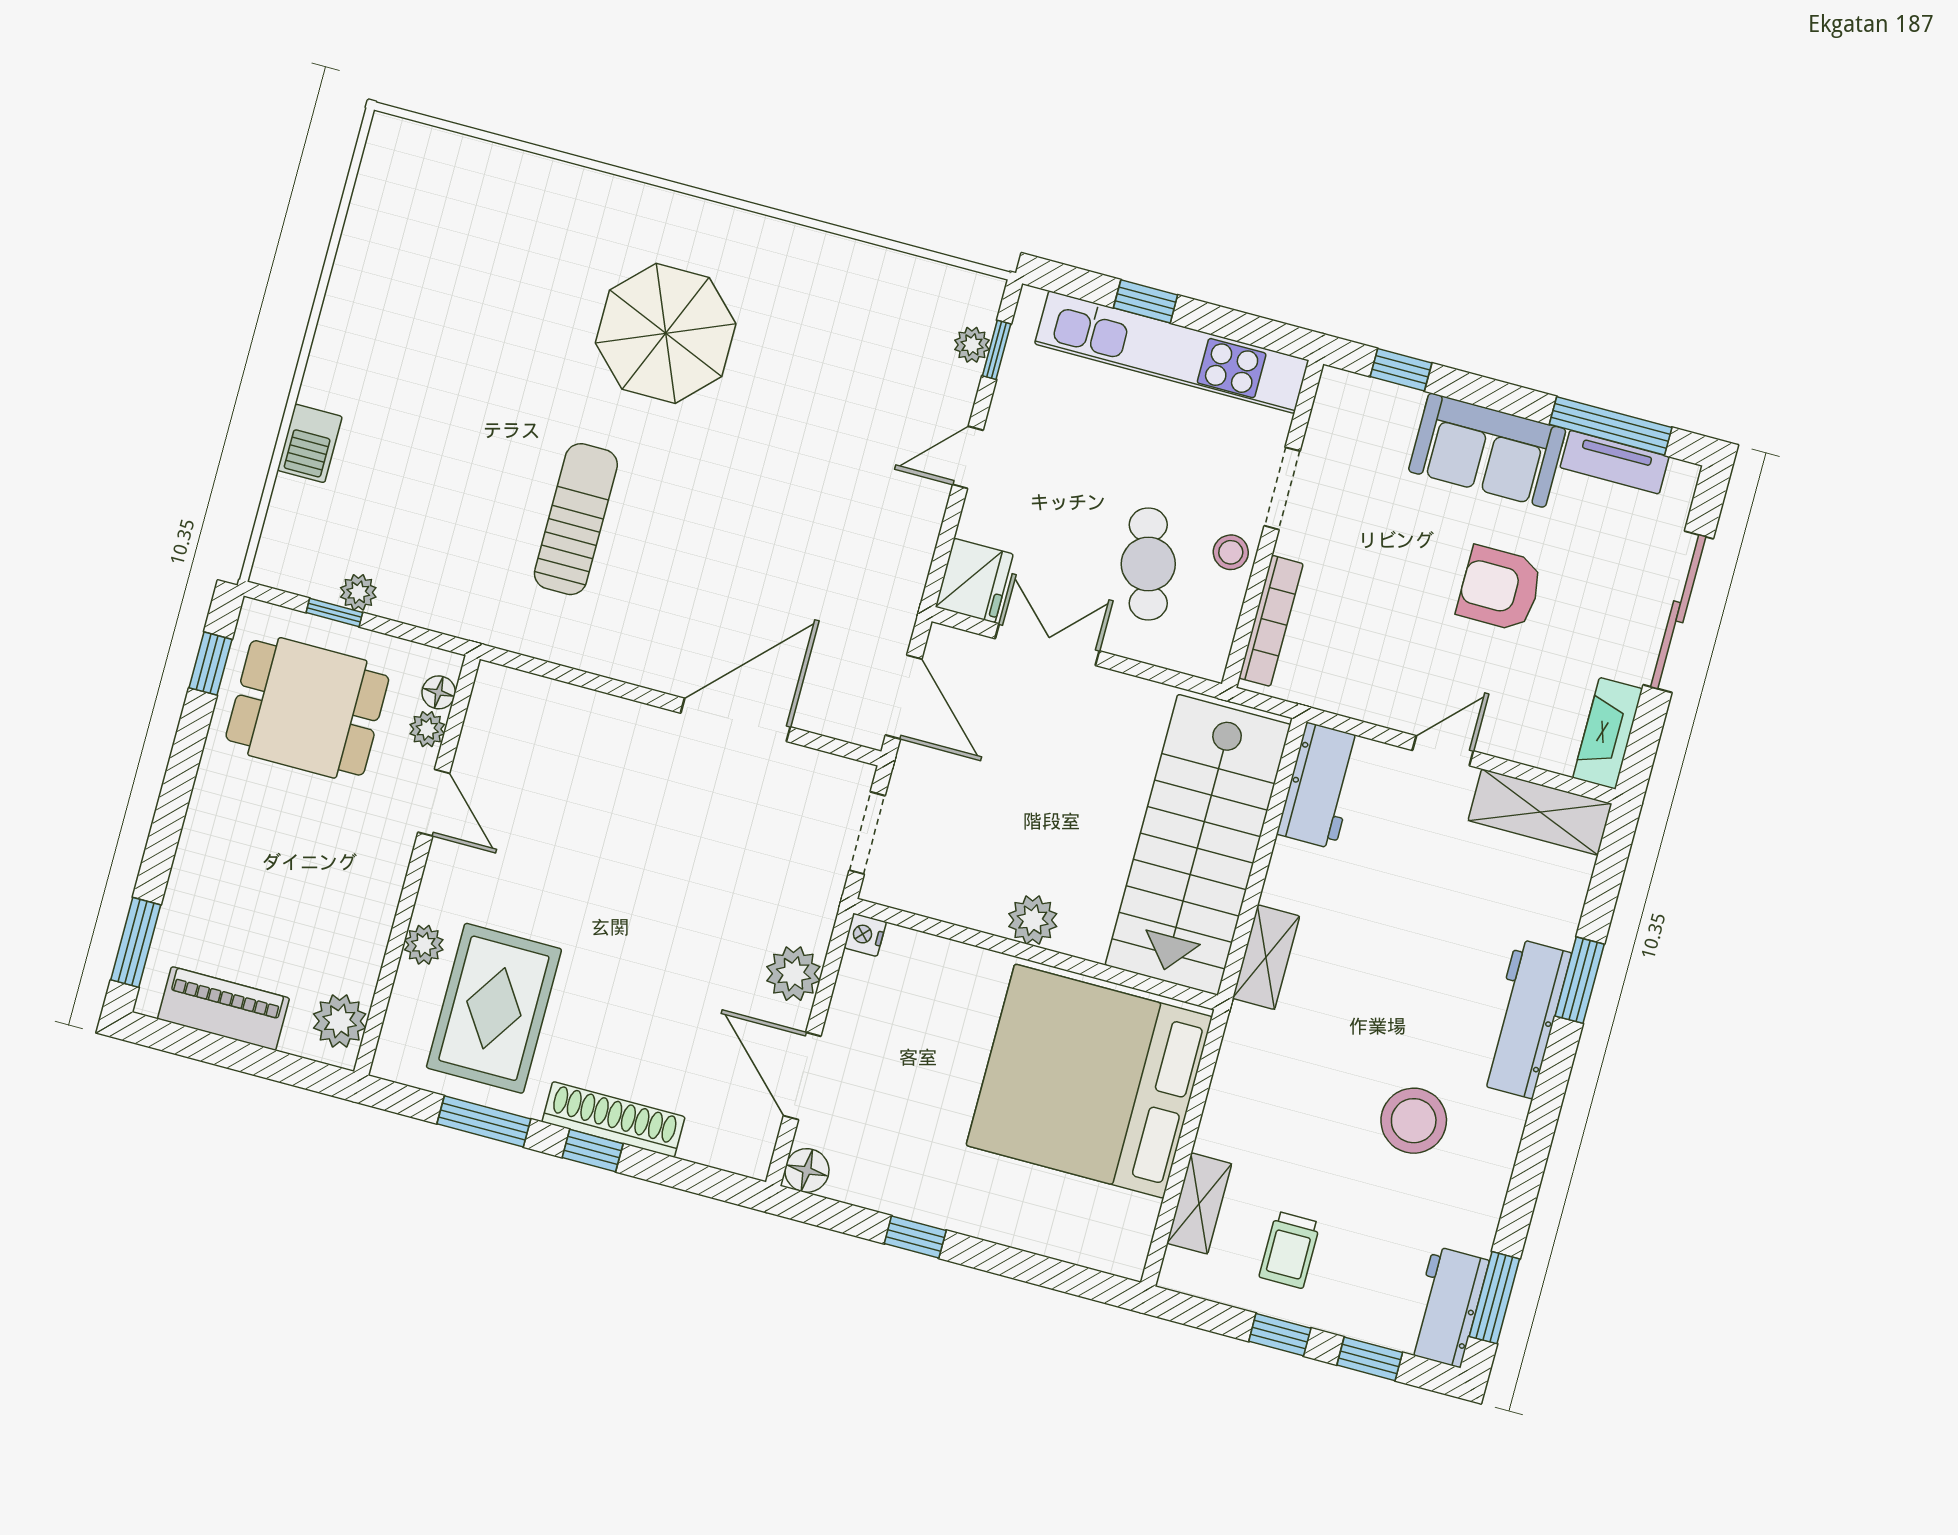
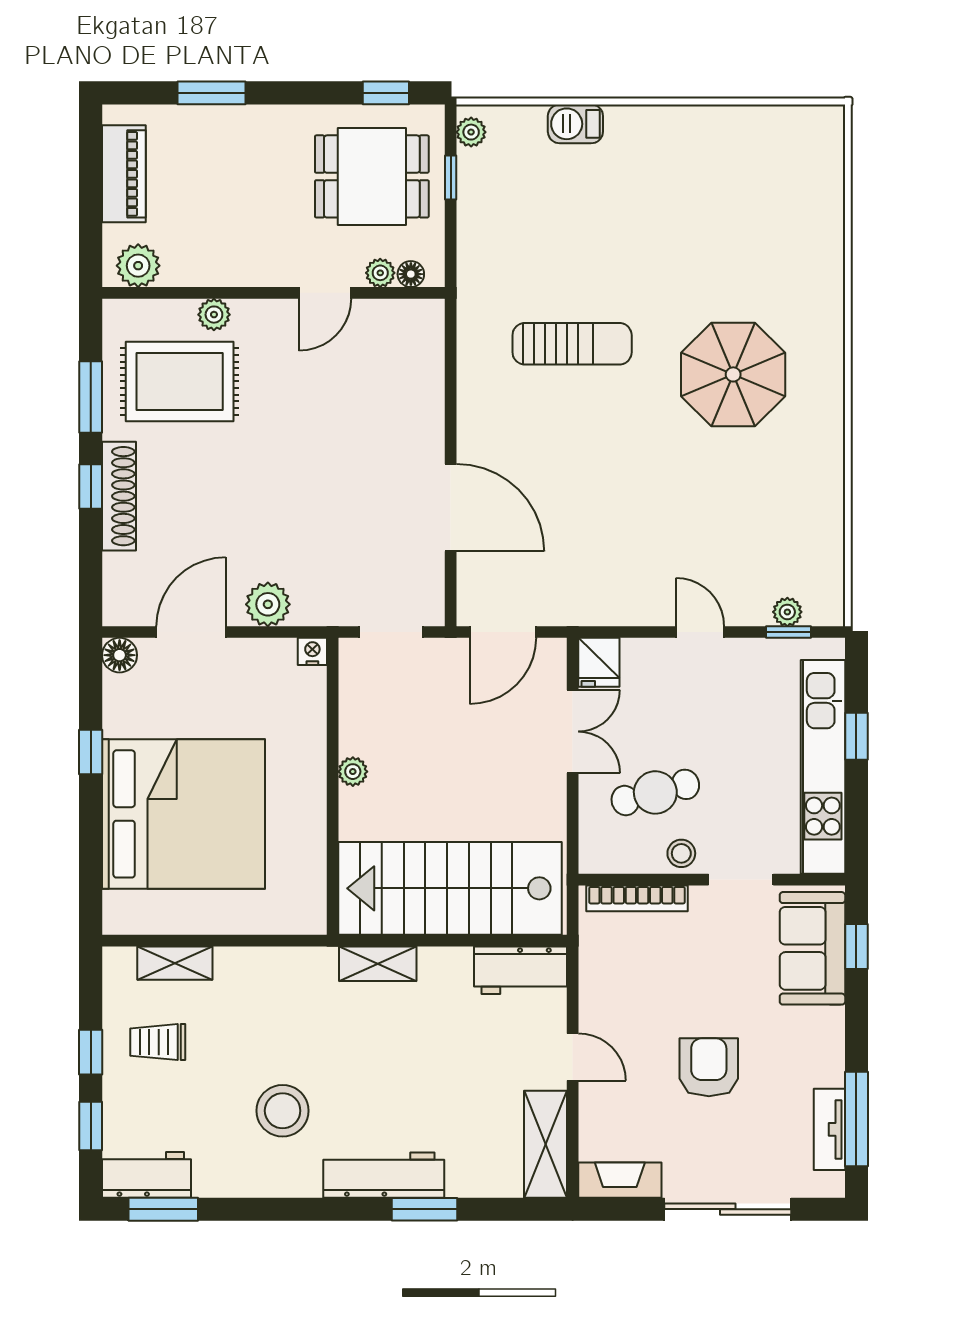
sofa: (1487, 450) -> (812, 948), moved
fridge: (974, 581) -> (599, 662), width x0.72
plant: (358, 592) -> (471, 132), moved
dining table: (307, 708) -> (372, 176), turned 90
plant: (1033, 920) -> (353, 772), width x0.73, depth x0.73
window: (136, 942) -> (211, 93), moved
bed: (1089, 1081) -> (183, 814), moved, turned 90

